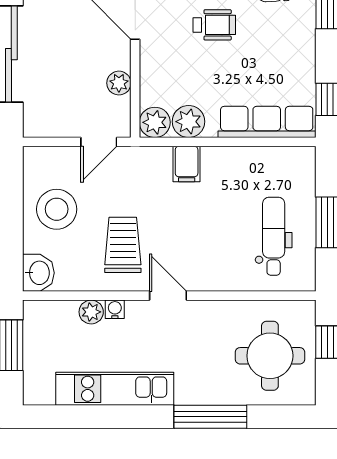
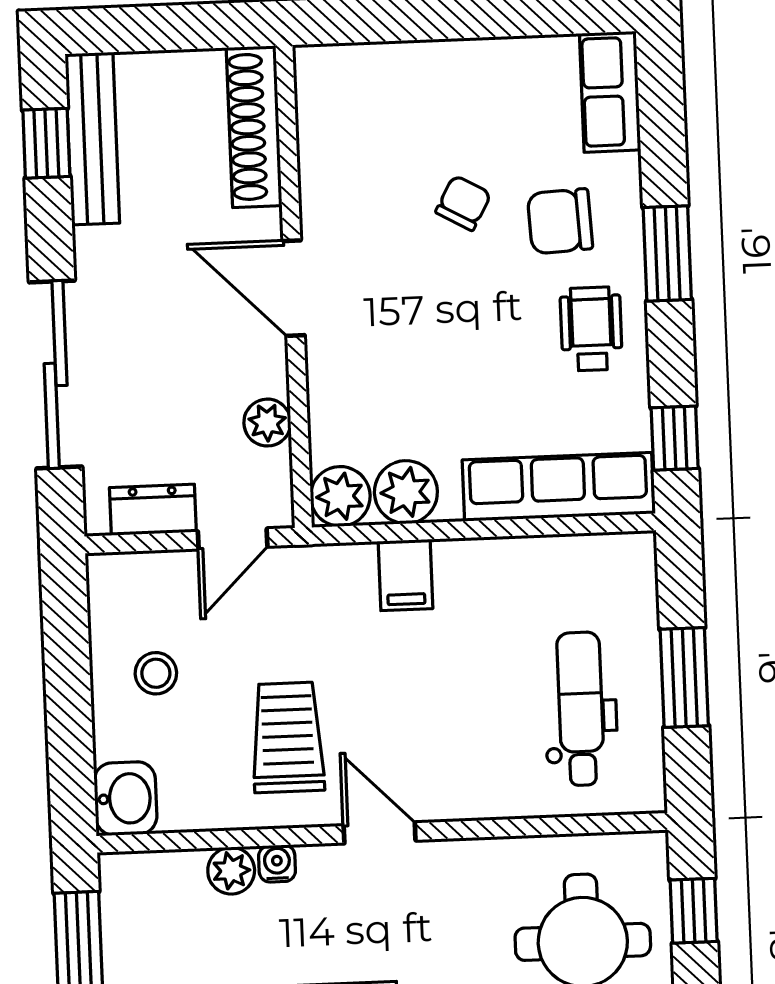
wheelchair: (214, 25) -> (591, 329), moved, turned -90
dresser: (58, 125) -> (153, 510), added
stool: (57, 209) -> (156, 673), width x0.53, depth x0.53

